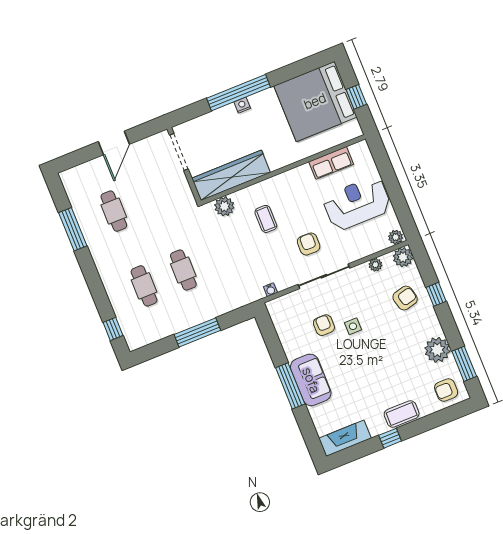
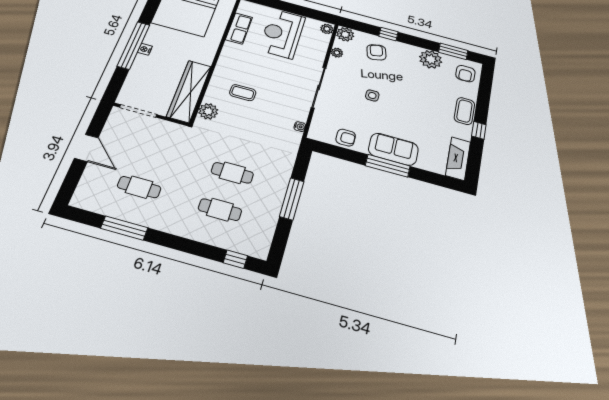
armchair: (309, 244) -> (286, 80), removed
armchair: (324, 325) -> (346, 138), moved, turned 180

